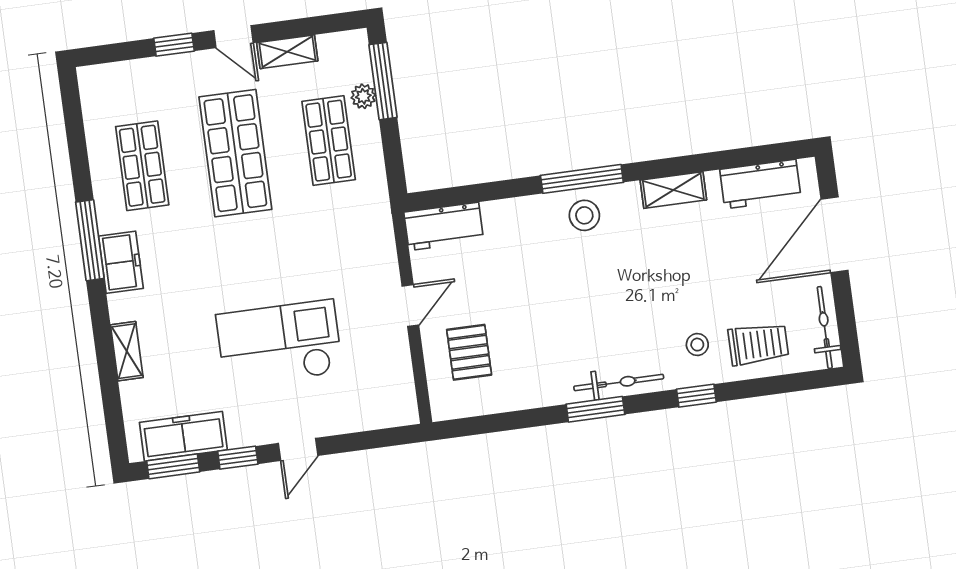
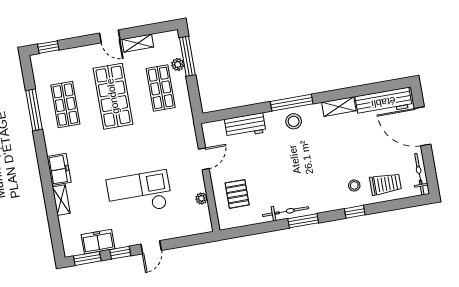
window: (174, 45) -> (48, 47), moved
workbench: (760, 184) -> (383, 102), width x1.38
workbench: (444, 226) -> (245, 126), moved
door: (834, 235) -> (423, 126), hinge flipped
window: (90, 240) -> (34, 110), moved
freezer: (121, 262) -> (59, 169), moved
door: (410, 306) -> (204, 159), moved
plant: (400, 358) -> (201, 198), added
bicycle: (619, 382) -> (286, 212), moved
freezer: (183, 436) -> (98, 242), width x0.71

